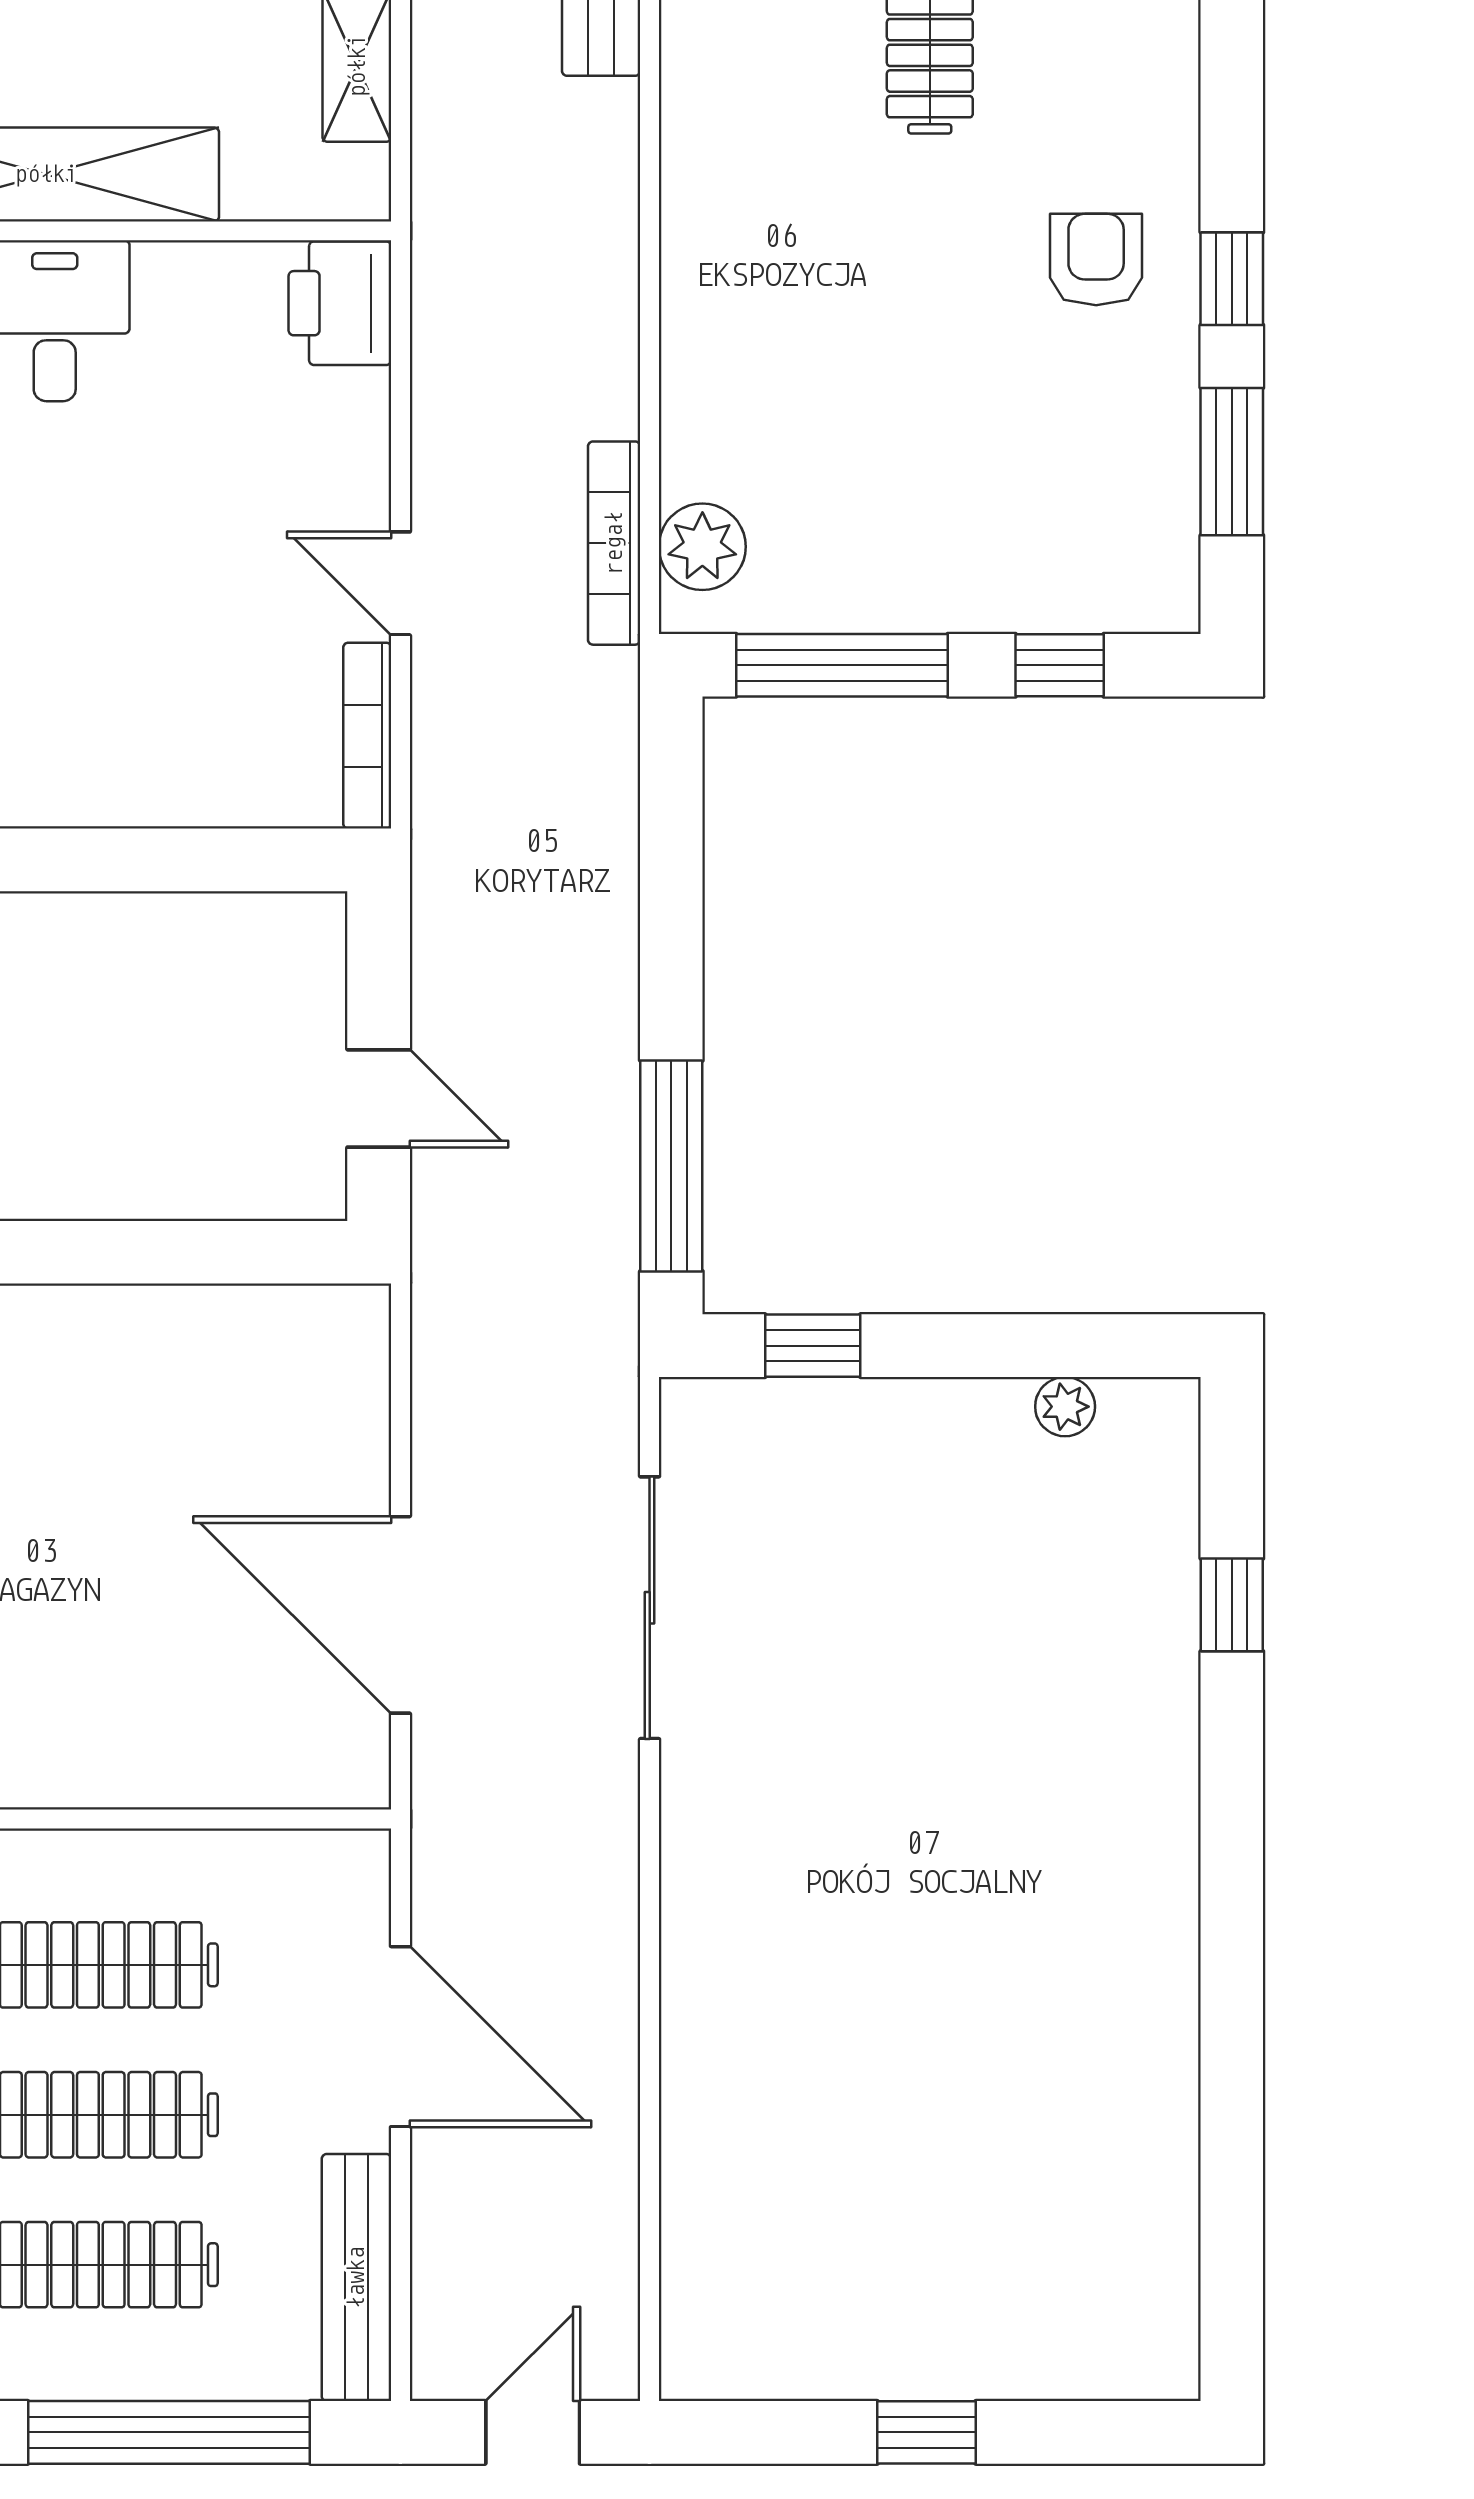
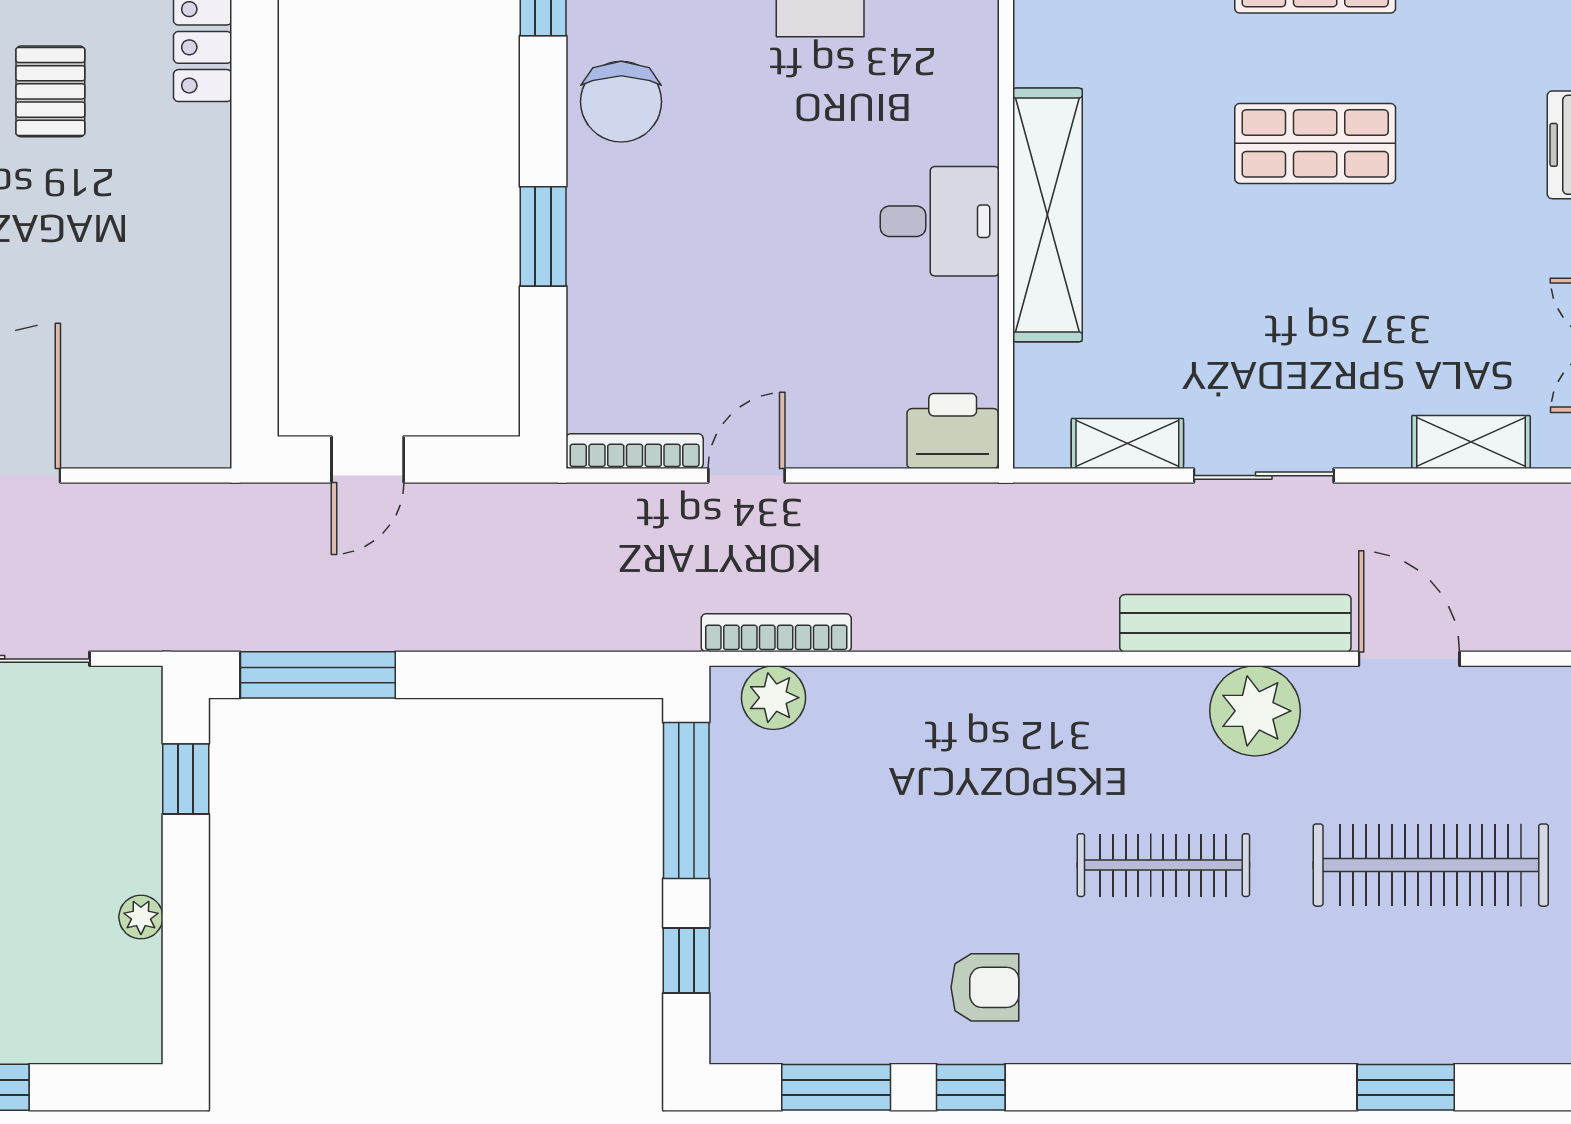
window: (75, 860) -> (543, 236), added
plant: (1065, 1407) -> (141, 917), moved

